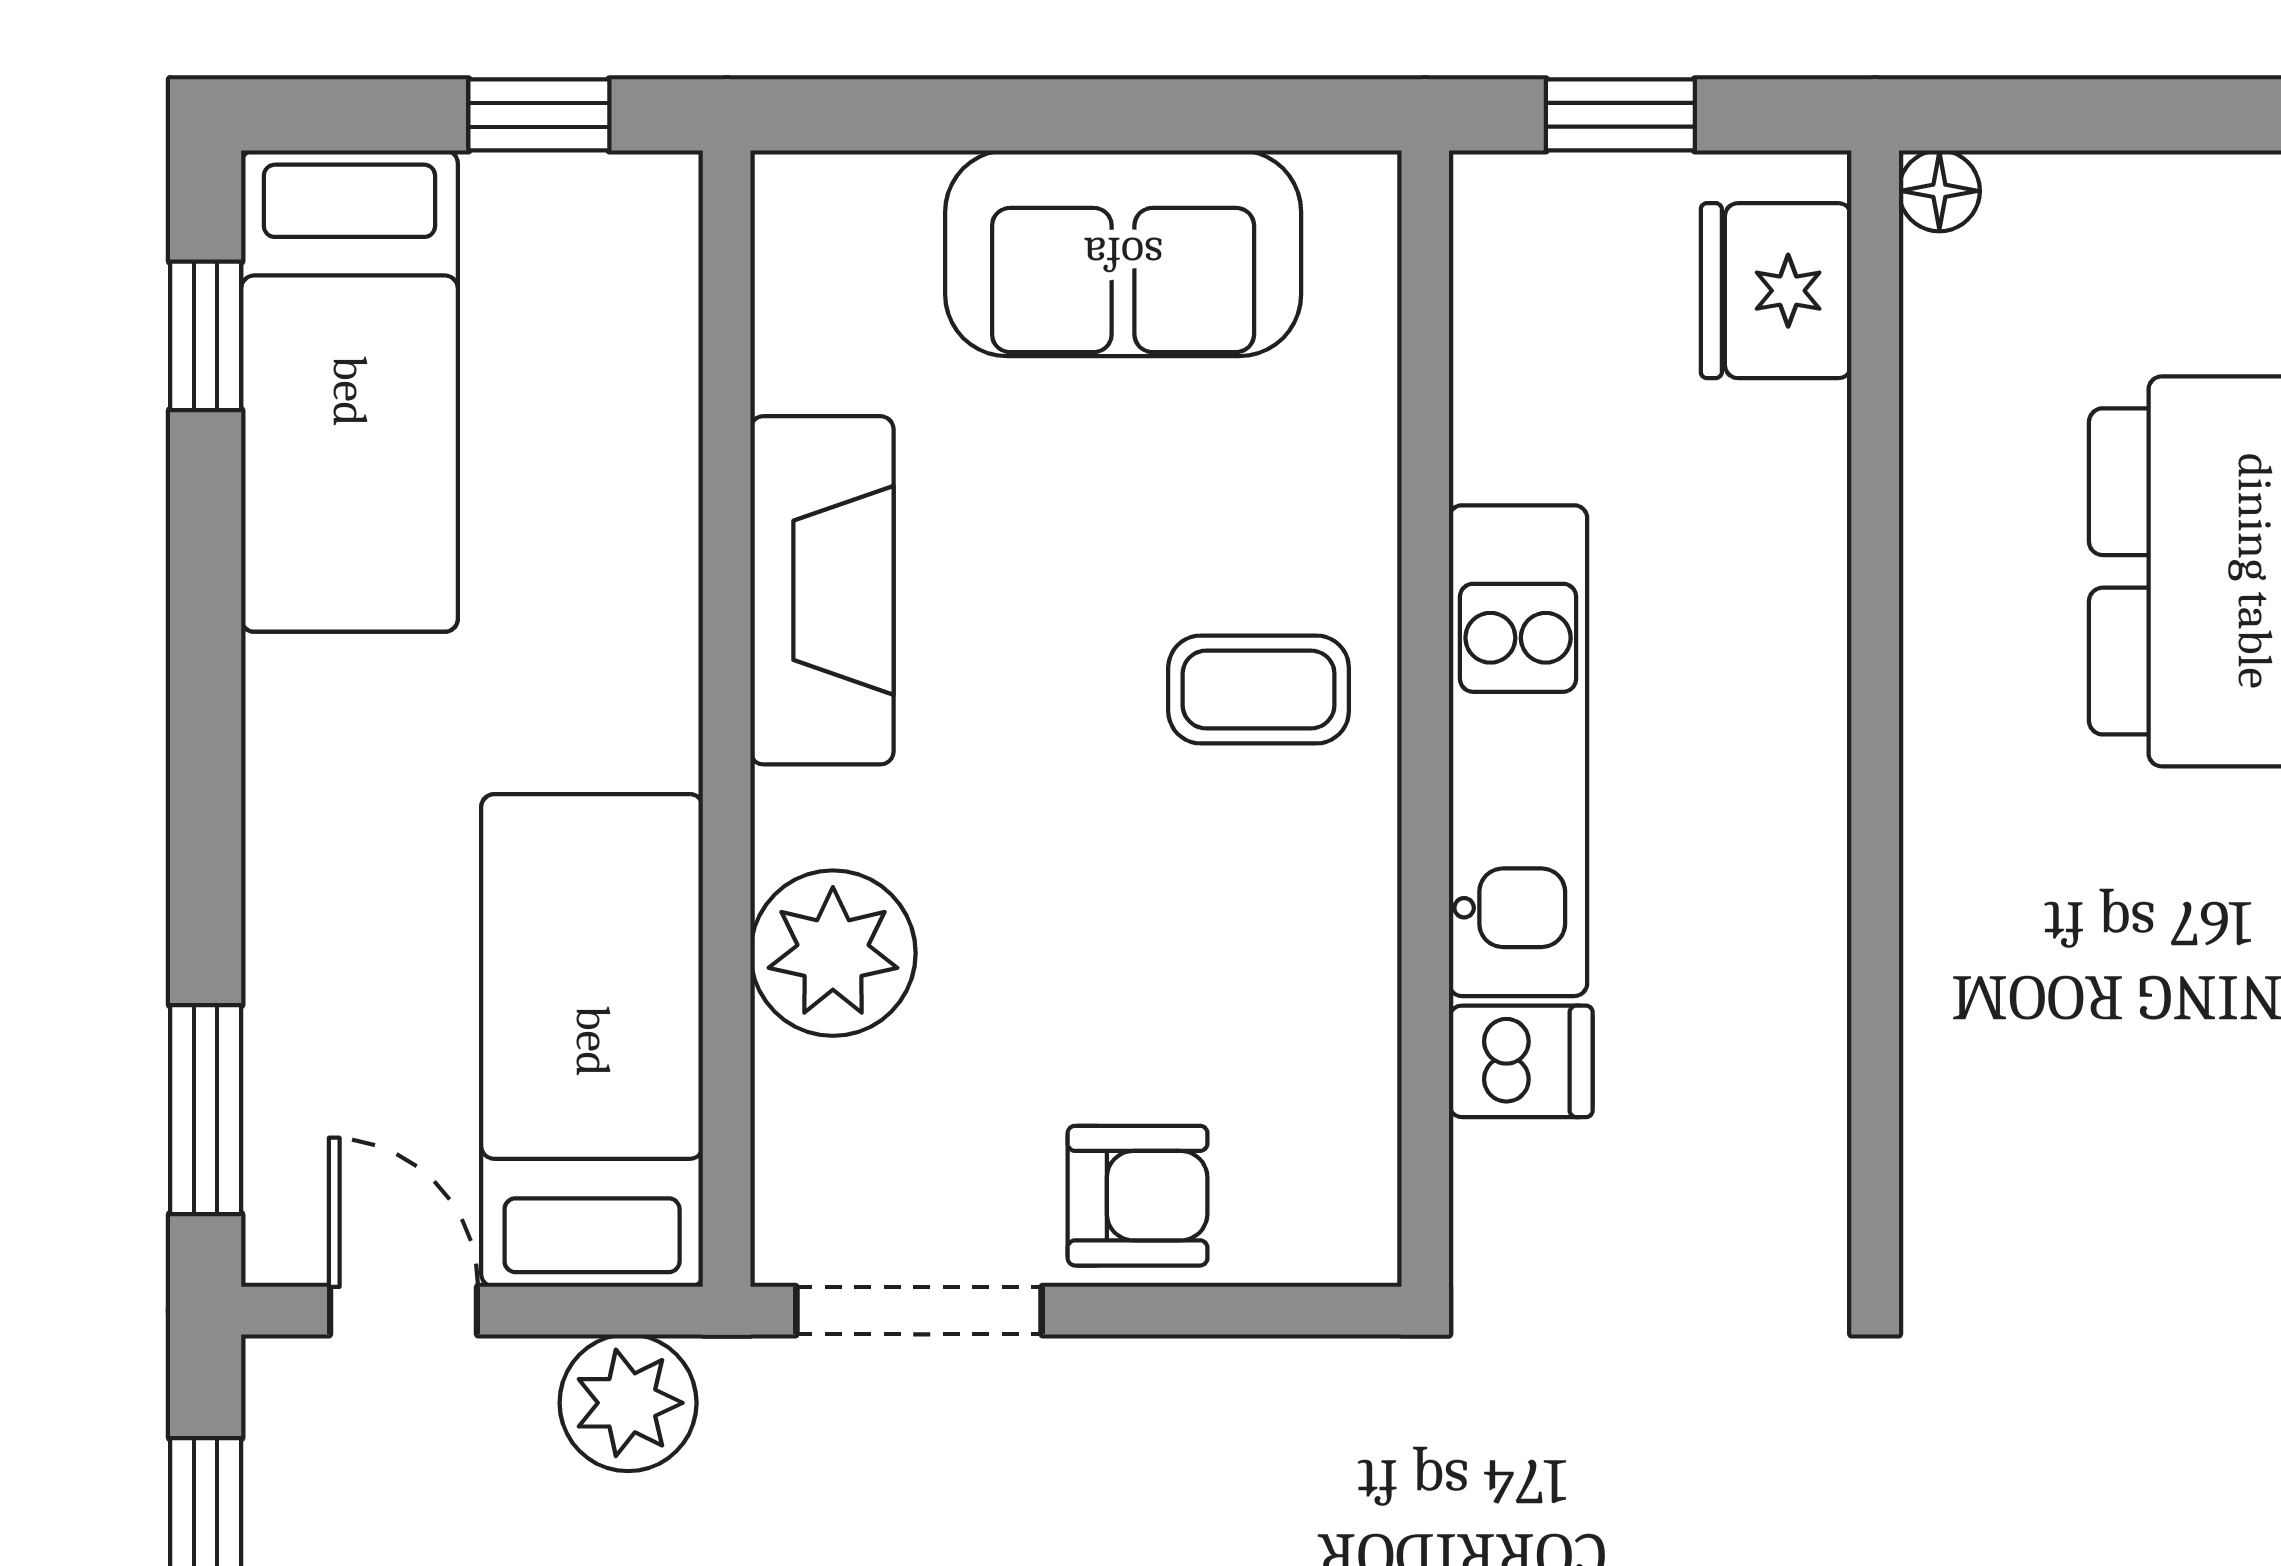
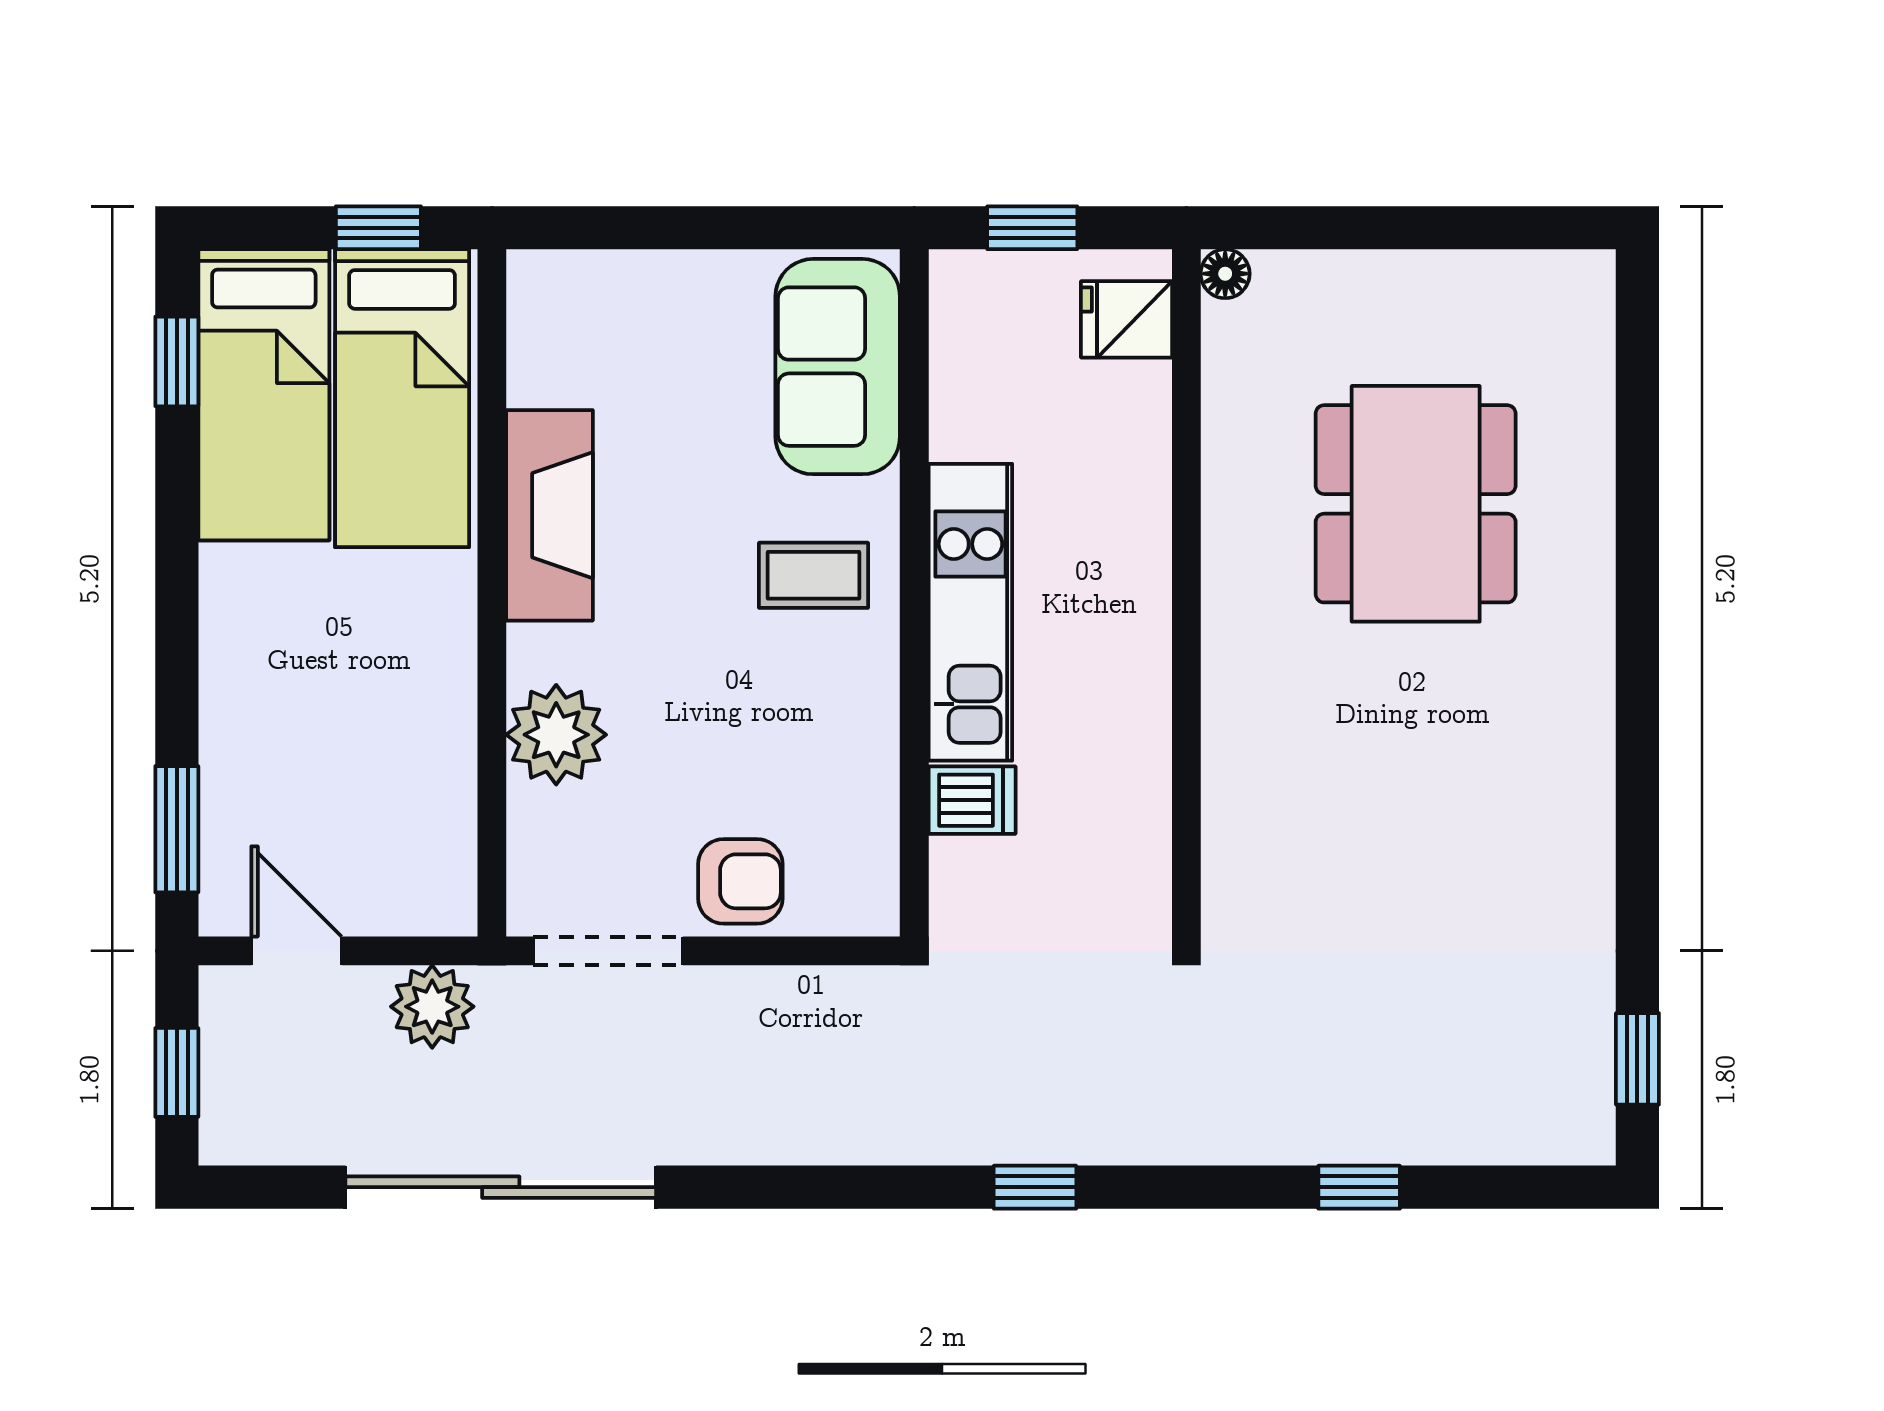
sofa: (1123, 253) -> (838, 367), moved, turned 90
fridge: (1776, 291) -> (1126, 319), width x0.72
bed: (592, 1041) -> (402, 398), moved, turned 180

